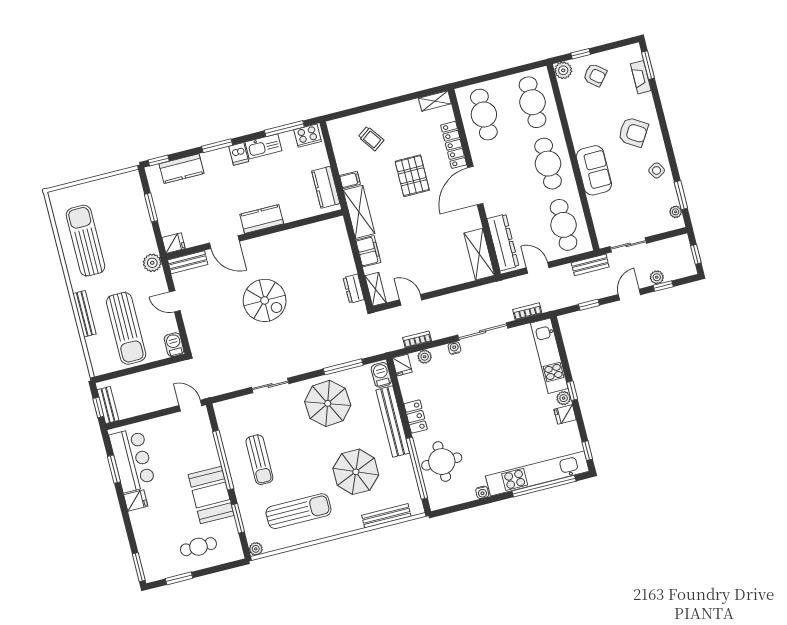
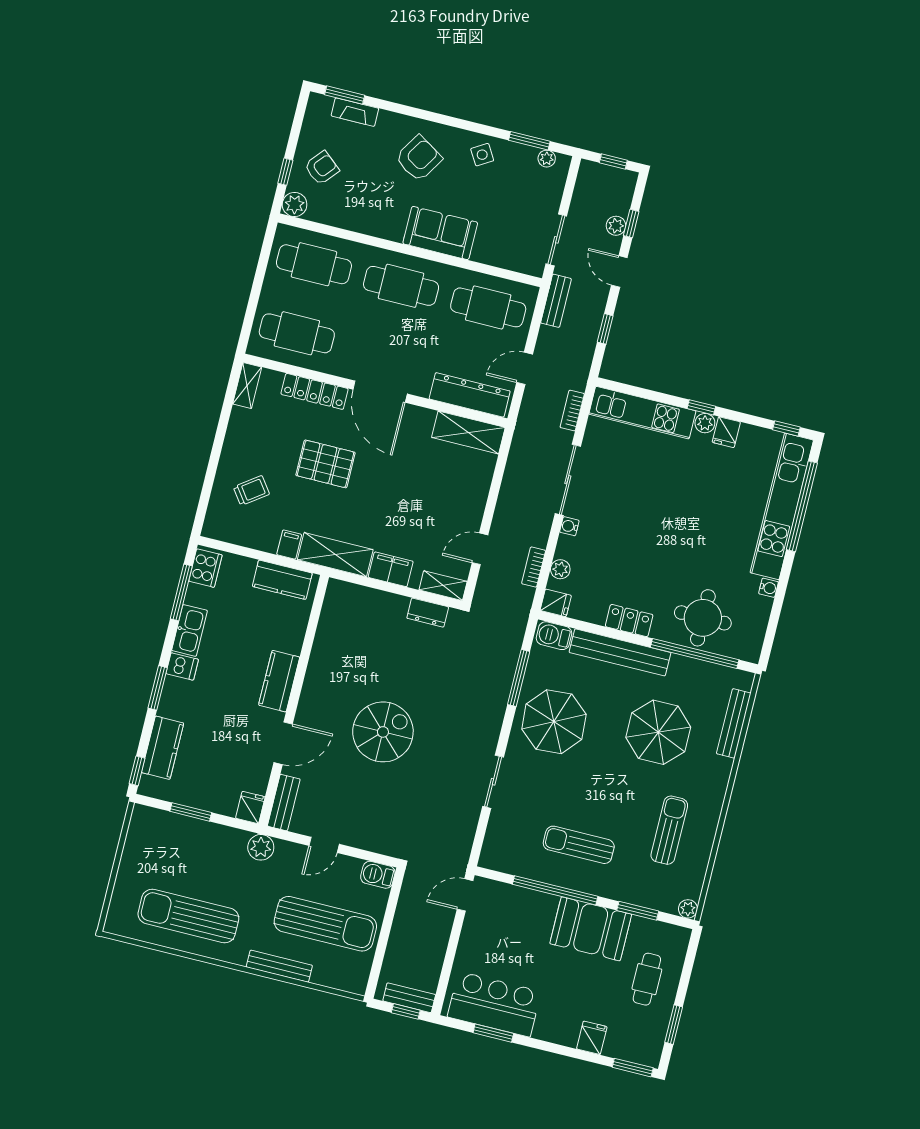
sun lounger: (259, 460) -> (579, 845), turned 180
fridge: (136, 501) -> (592, 1038), moved
sun lounger: (299, 511) -> (669, 830), width x0.73, depth x0.75

